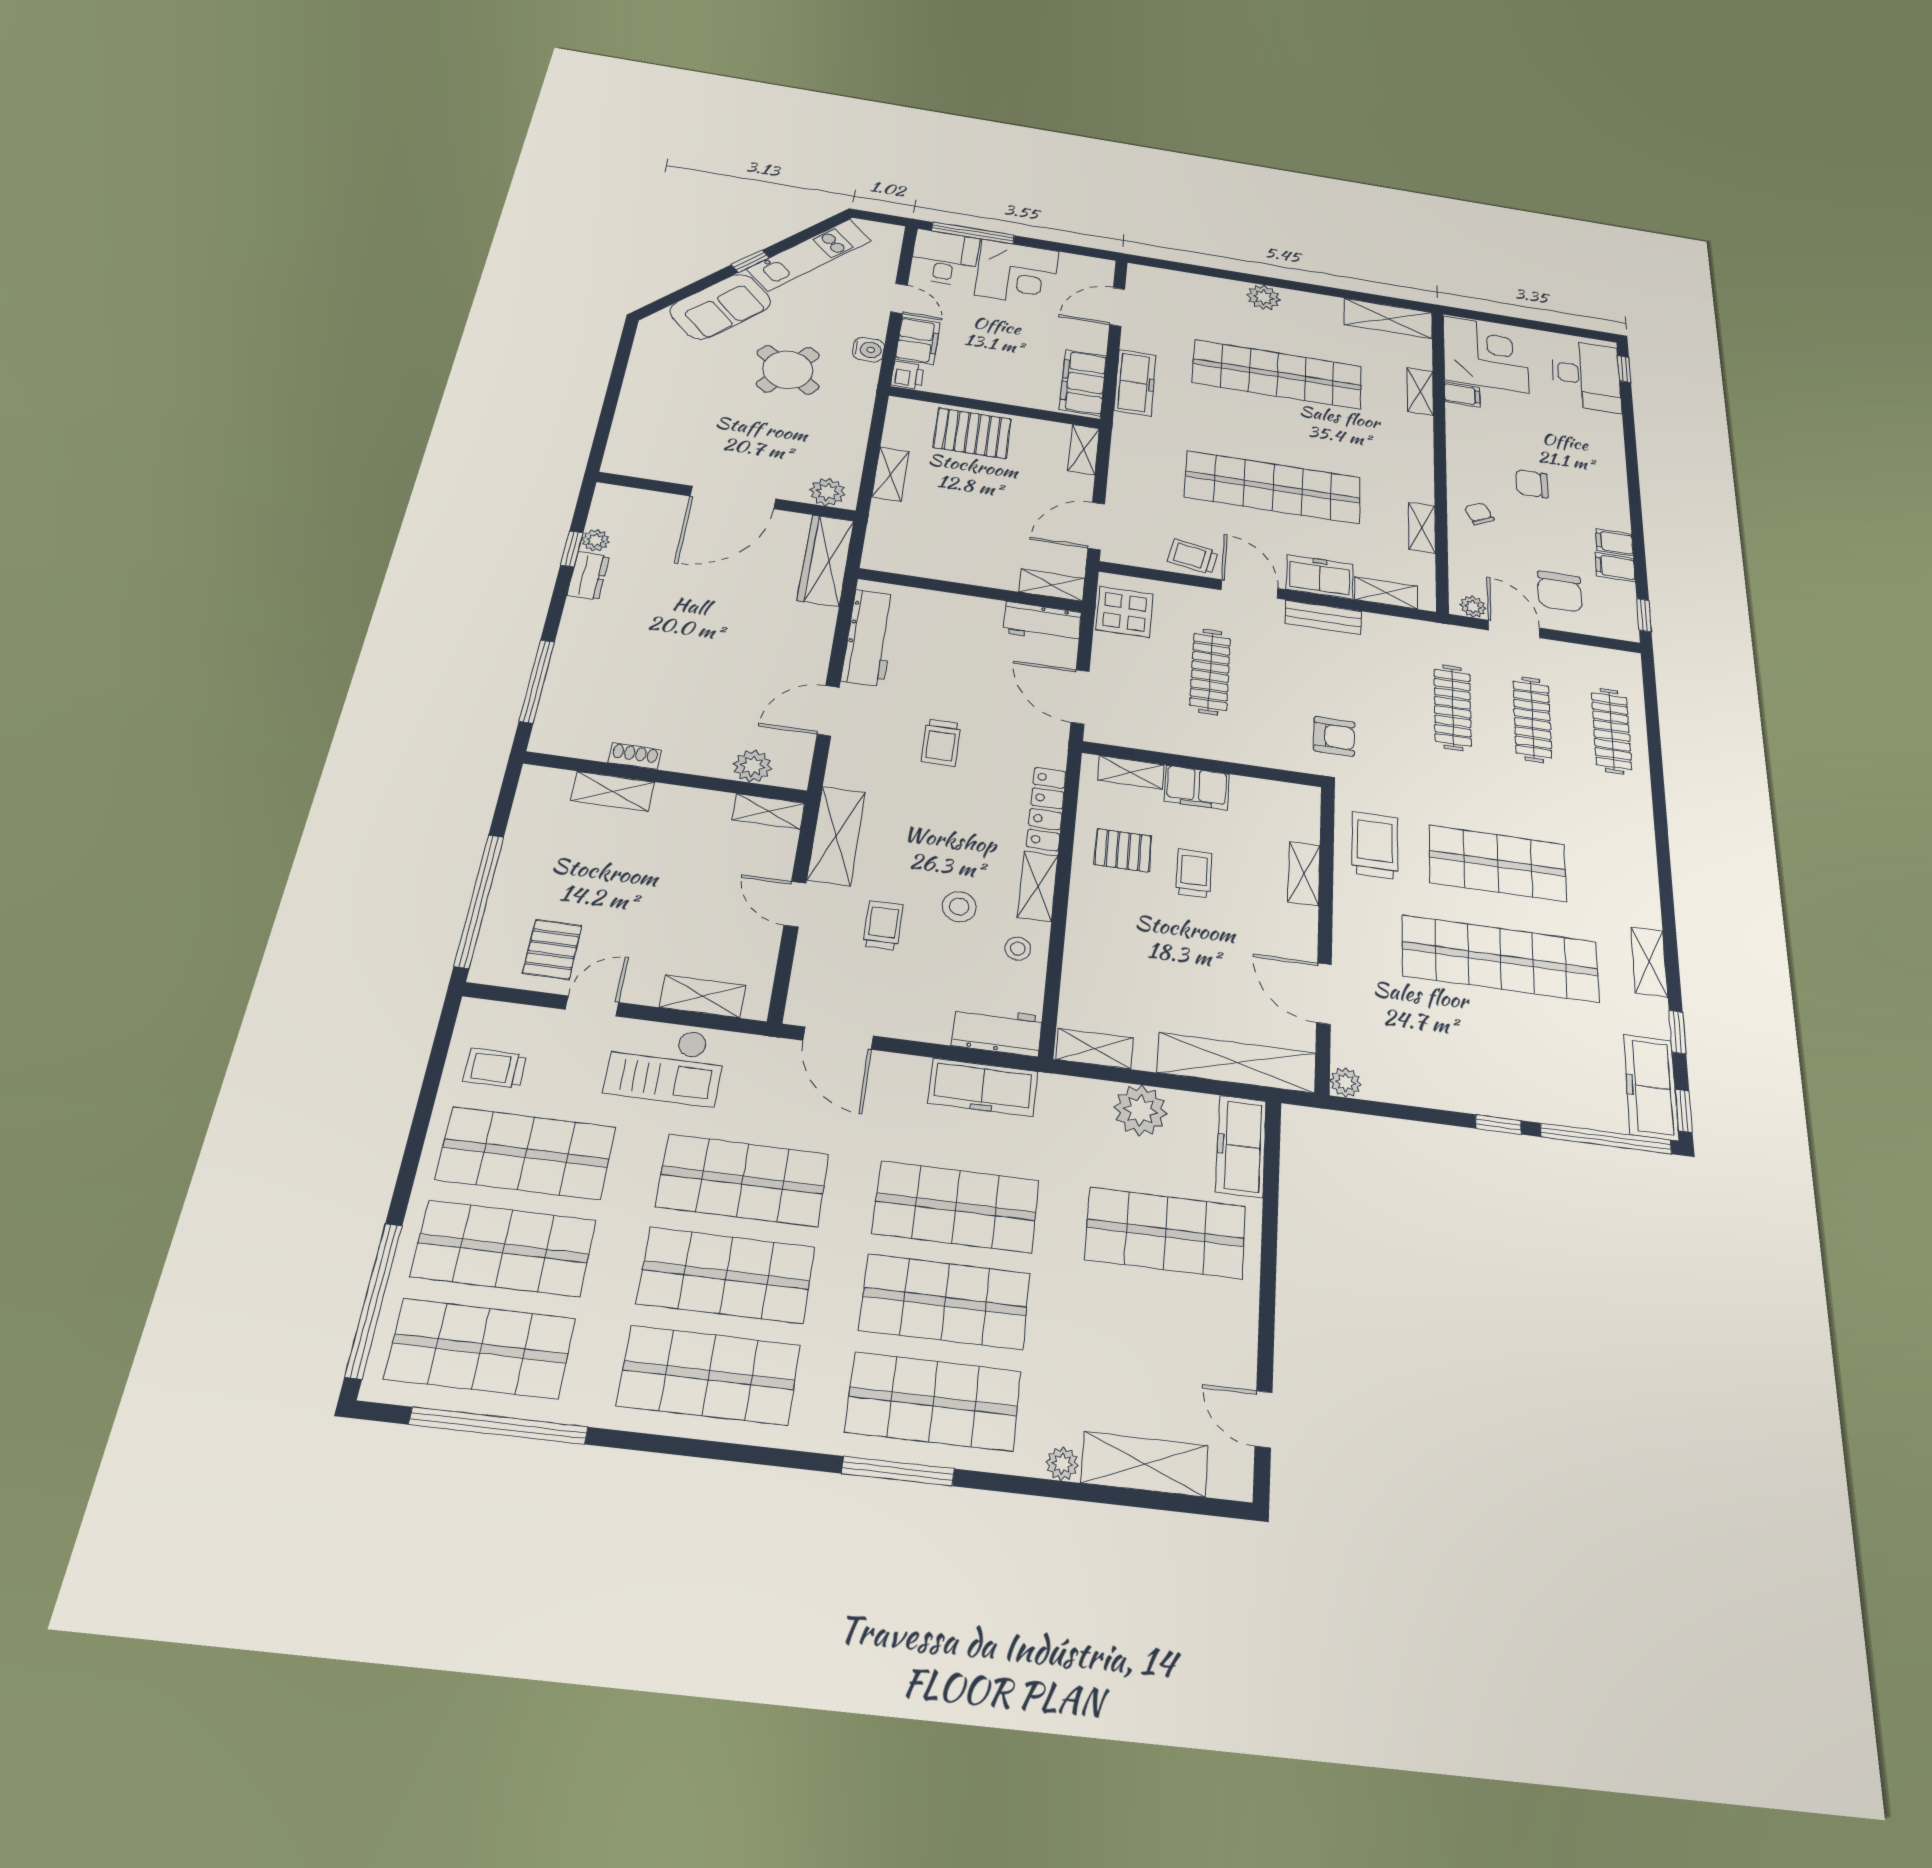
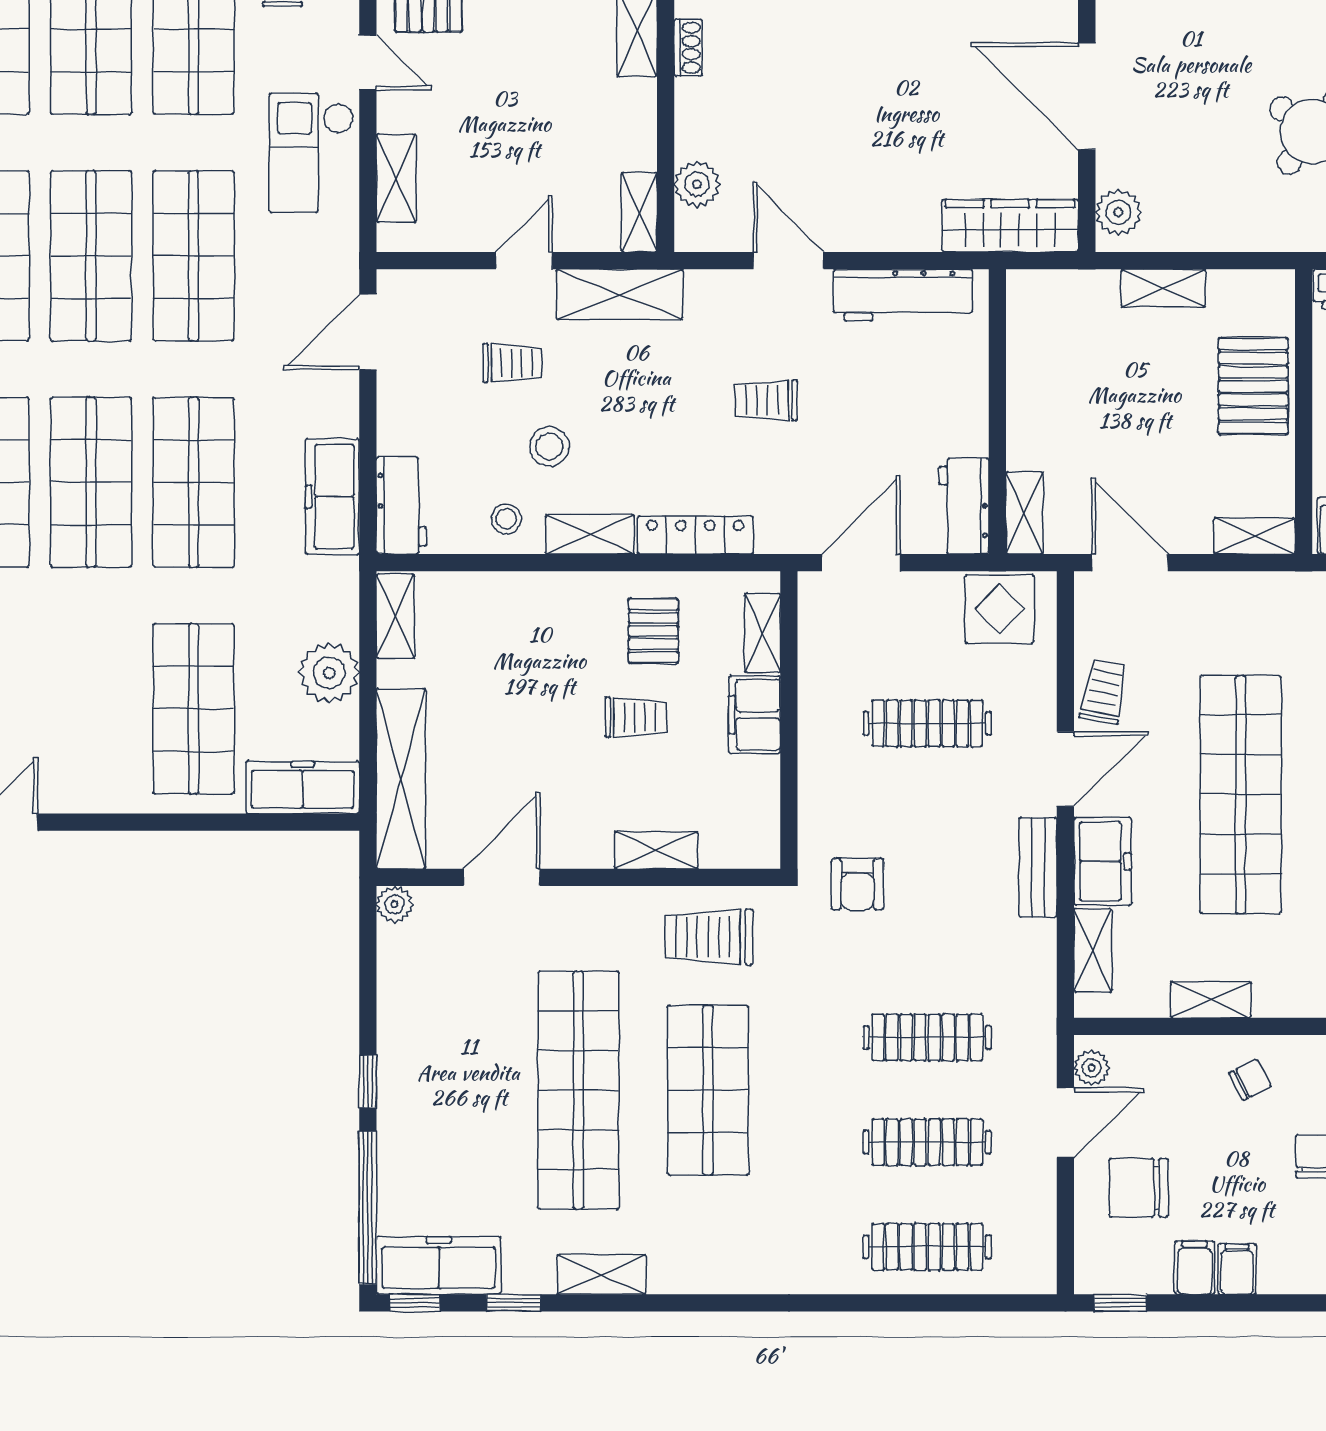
trolley: (1375, 845) -> (709, 937), turned 180

